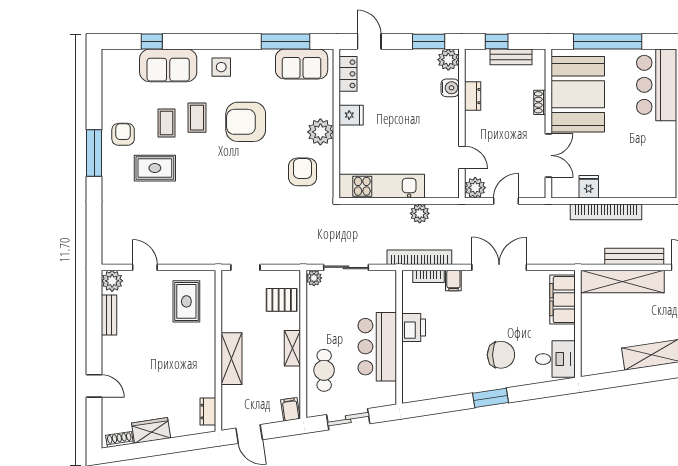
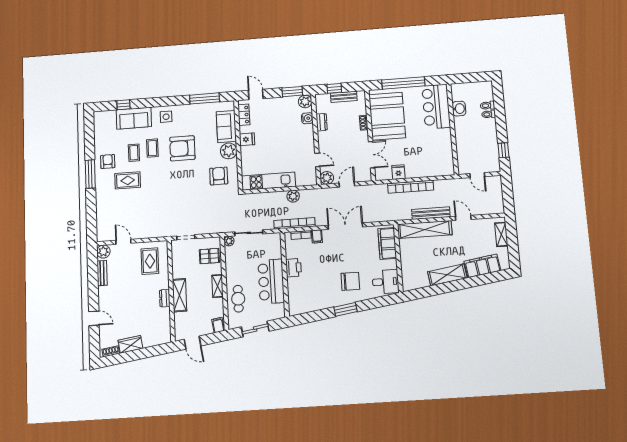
sofa: (302, 64) -> (226, 127), moved, turned 90
dresser: (208, 412) -> (165, 298), moved

